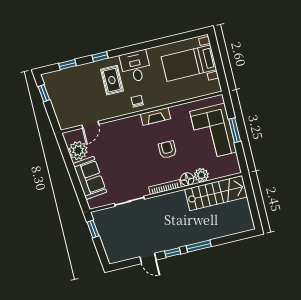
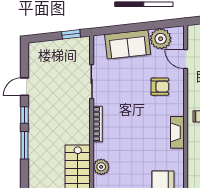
armchair: (167, 150) -> (160, 87), moved
floor lamp: (187, 179) -> (100, 150), removed

